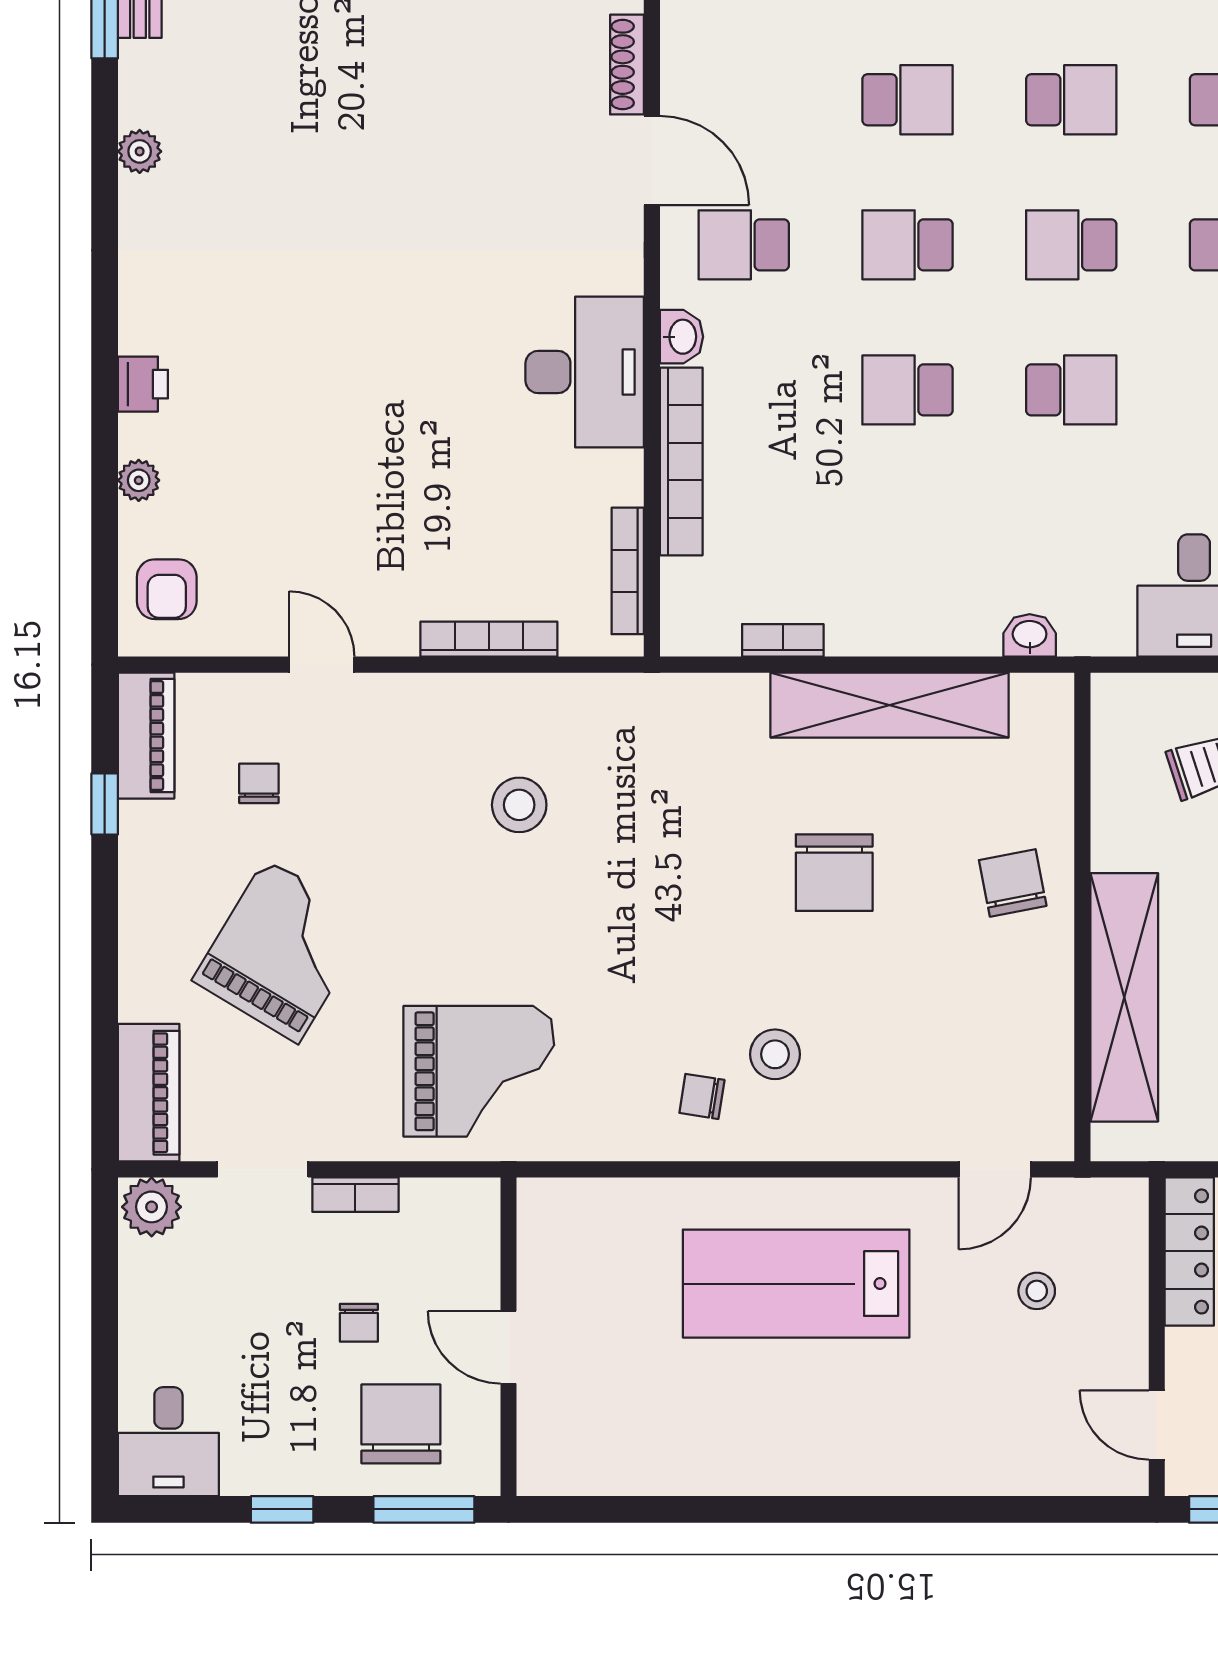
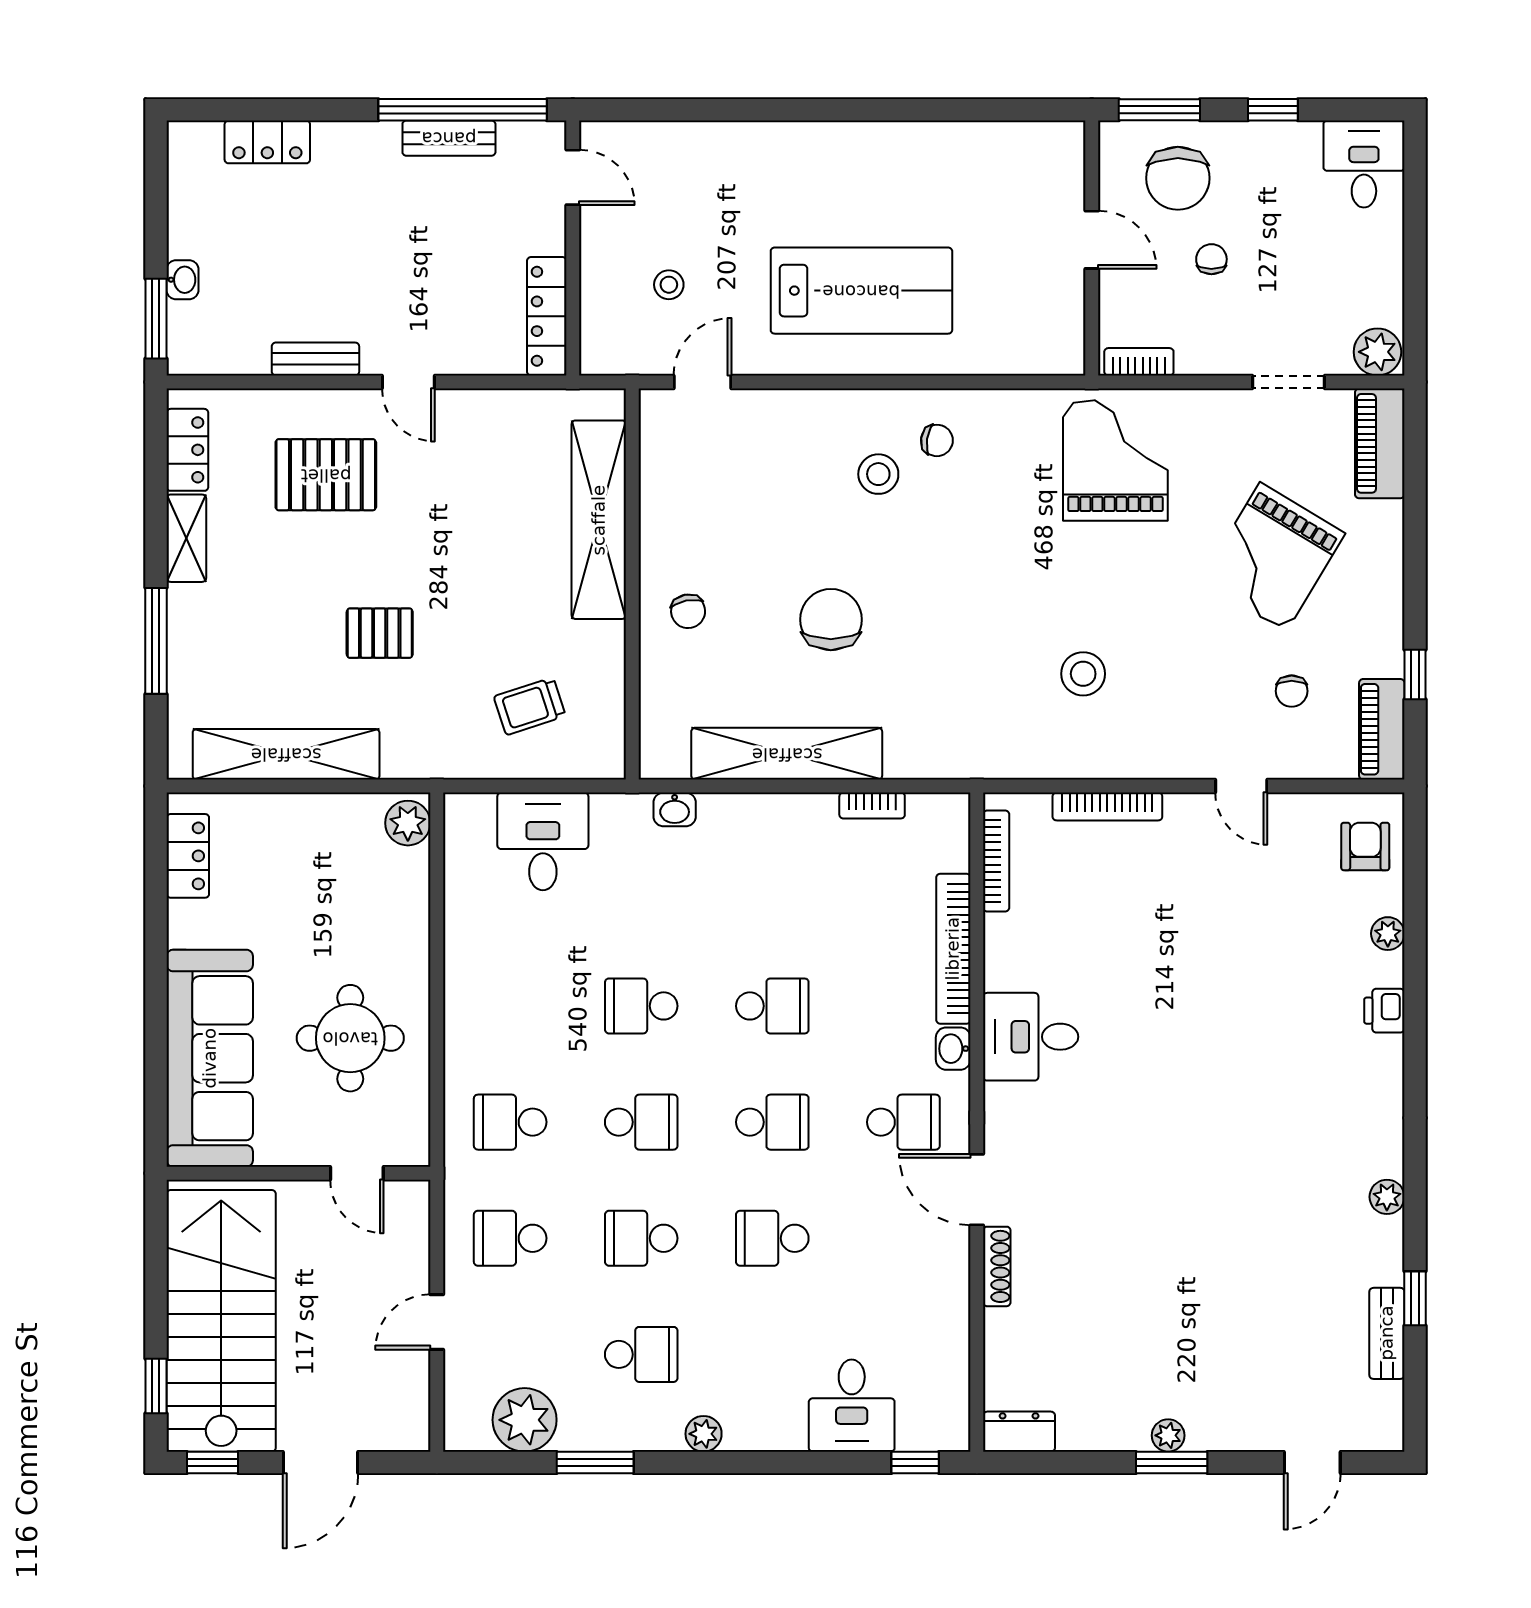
desk: (585, 372) -> (1031, 1037), width x0.73
chair: (1013, 883) -> (688, 611), width x0.73, depth x0.73
grand piano: (479, 1071) -> (1115, 461), turned 90
bookcase: (355, 1195) -> (1139, 362), moved

